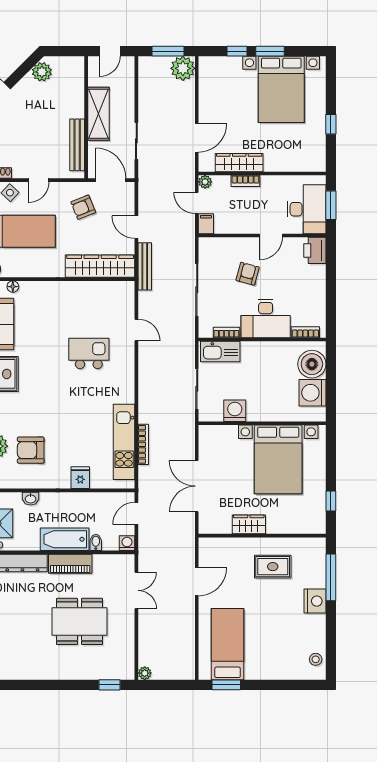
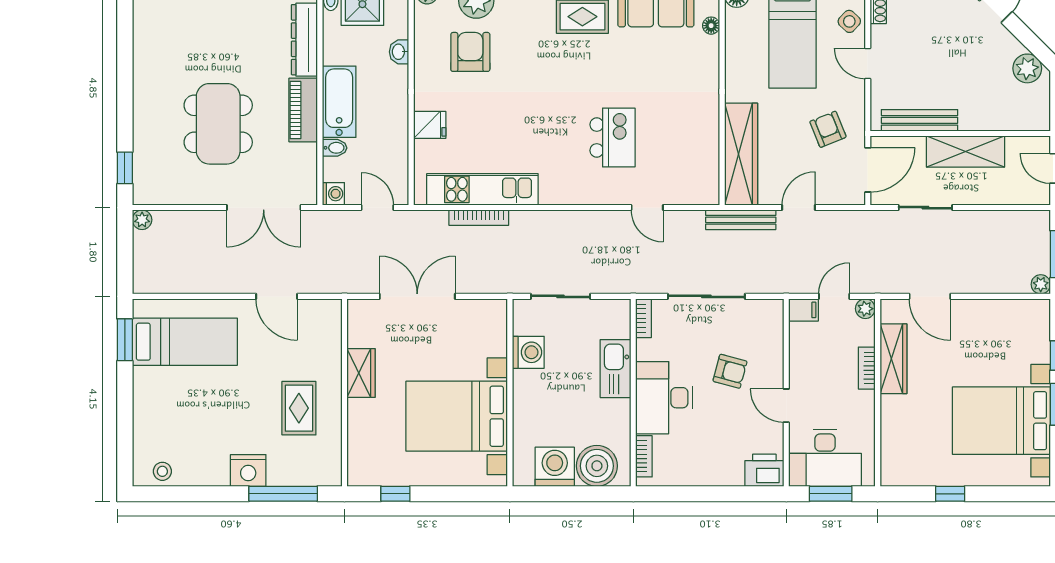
plant: (183, 68) -> (1041, 284), width x0.53, depth x0.53
door: (136, 330) -> (647, 208), hinge flipped
bookcase: (226, 332) -> (644, 318), moved
kitchen sink: (220, 352) -> (615, 369), moved
double door: (136, 590) -> (264, 208), width x1.37

